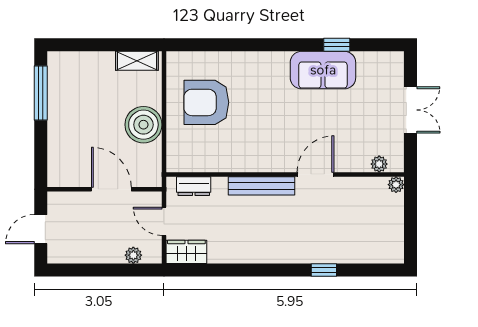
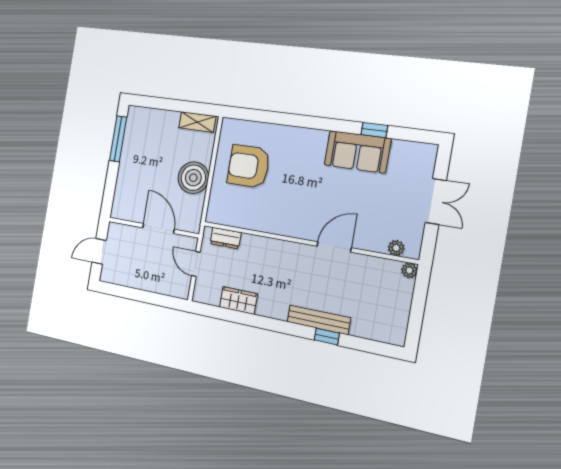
bench: (261, 186) -> (319, 320), moved
wardrobe: (186, 252) -> (238, 300), moved
plant: (133, 255) -> (166, 288), removed

